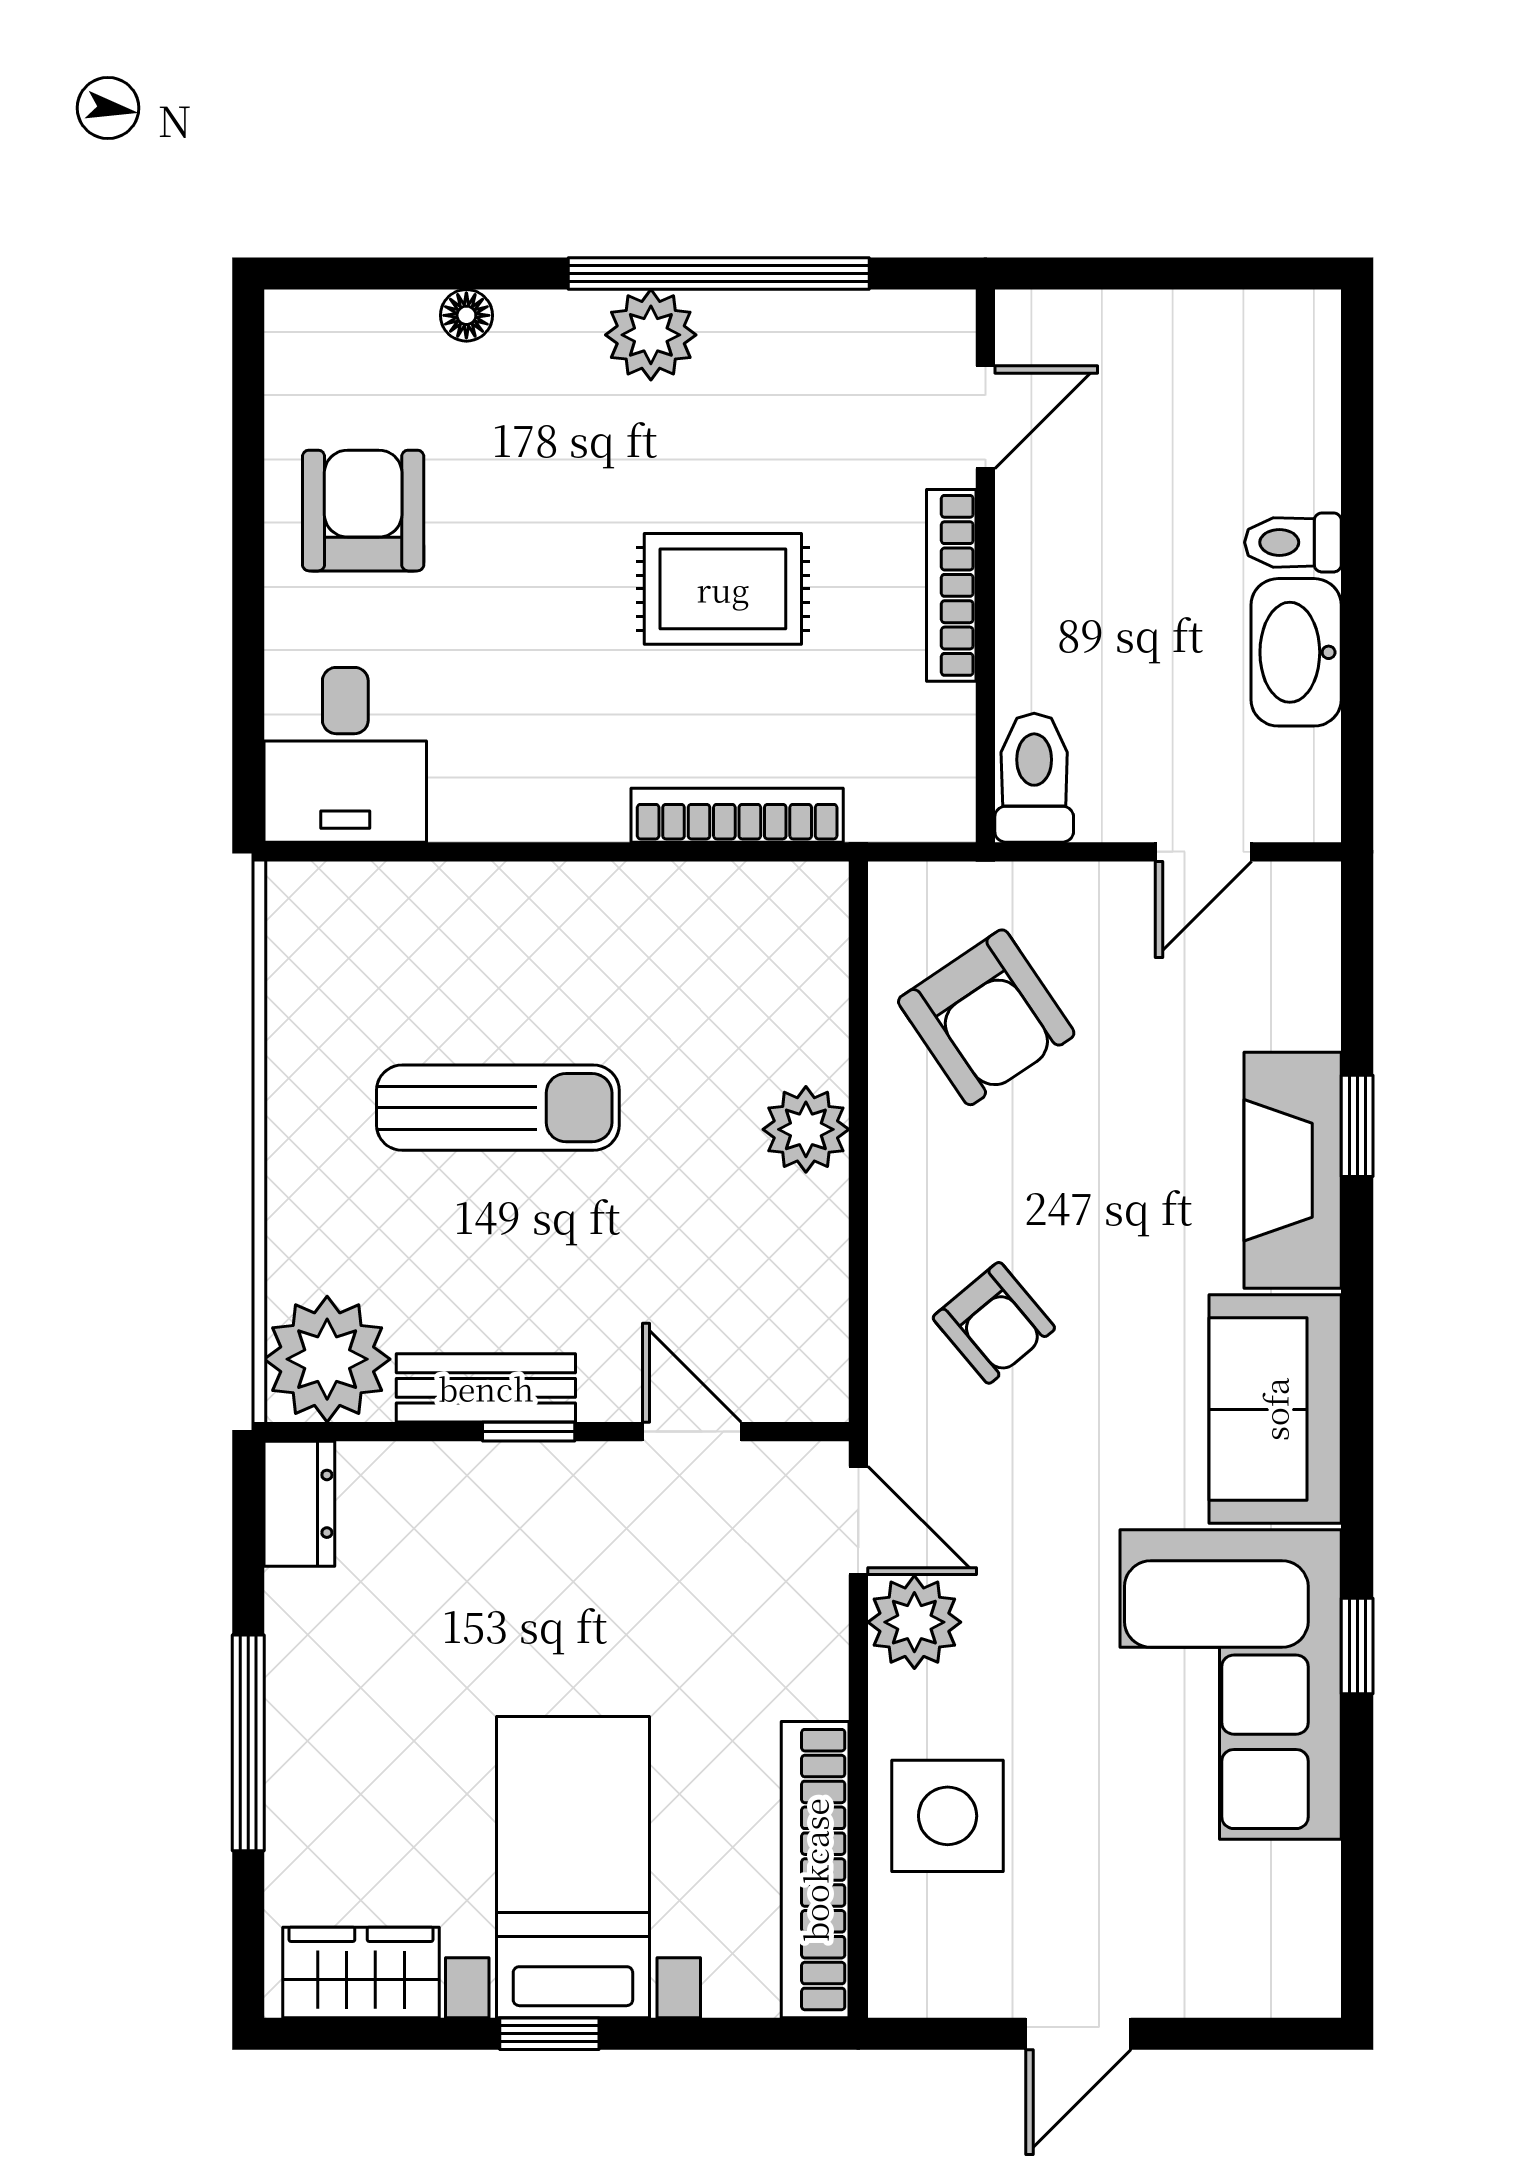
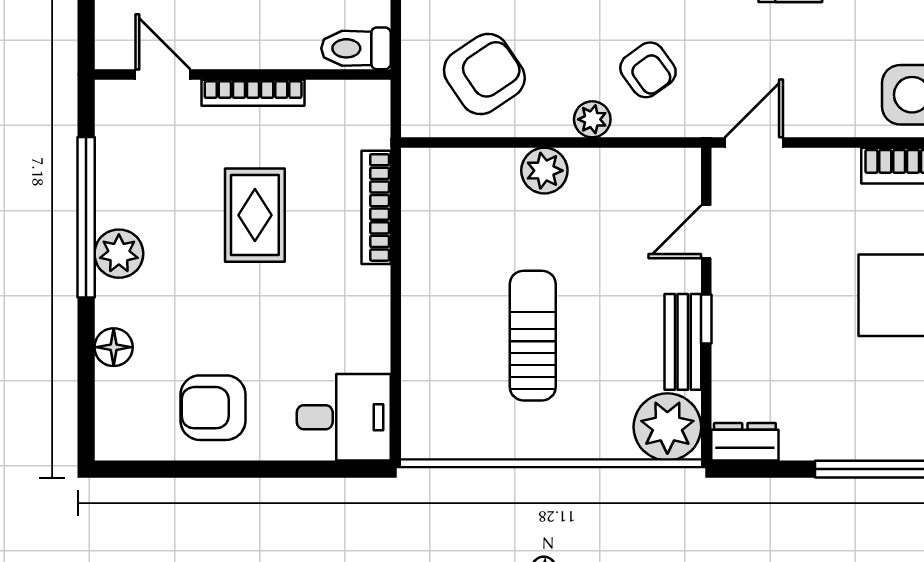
floor lamp: (466, 315) -> (114, 347), width x1.37, depth x1.37
armchair: (994, 1323) -> (648, 70), turned 94
plant: (914, 1622) -> (592, 119), moved, width x0.73, depth x0.73

